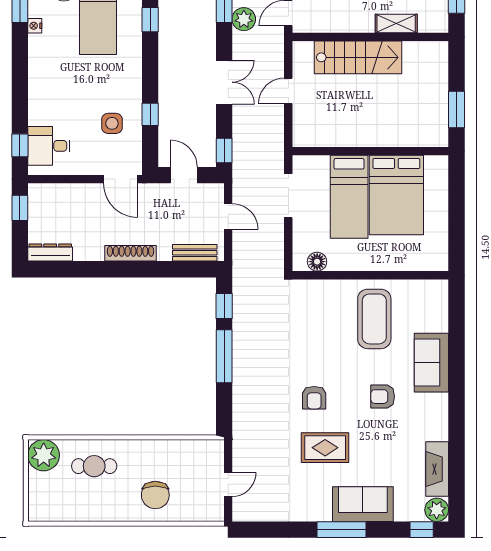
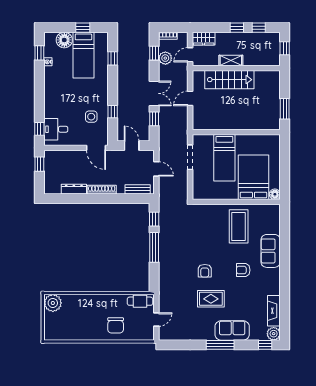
shelving: (396, 23) -> (231, 61), moved
window: (224, 151) -> (154, 119), moved
bed: (396, 195) -> (253, 177), moved, turned 180
dresser: (50, 252) -> (74, 189), moved
floor lamp: (317, 262) -> (275, 194), moved
cafe table: (94, 466) -> (140, 301), moved

